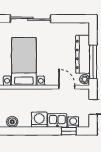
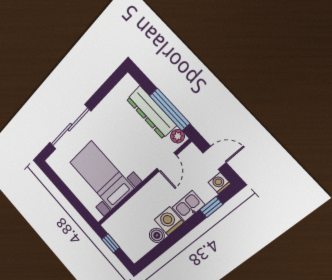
door: (67, 87) -> (166, 162), swing flipped
boiler: (12, 122) -> (157, 235), moved
washing machine: (73, 122) -> (219, 183), moved

